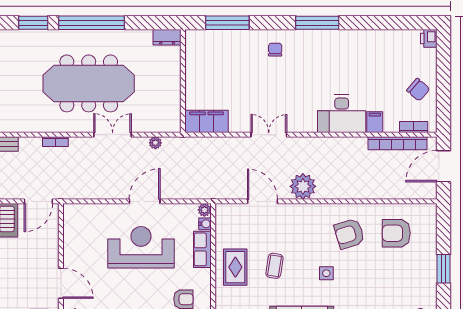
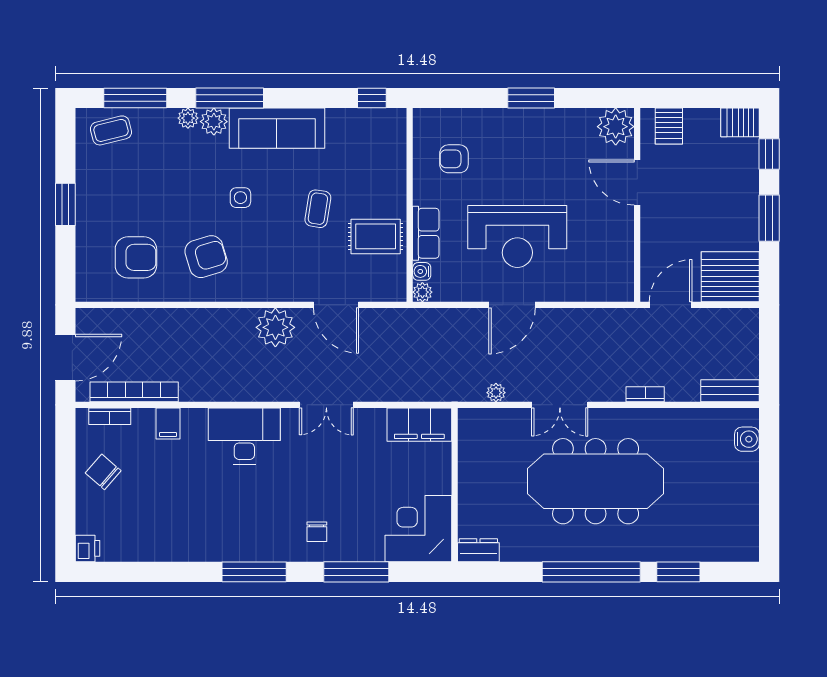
window: (227, 23) -> (356, 572), moved
corner desk: (207, 52) -> (418, 529), added
desk: (342, 114) -> (244, 436), moved
rug: (235, 267) -> (376, 236), moved, turned 90

